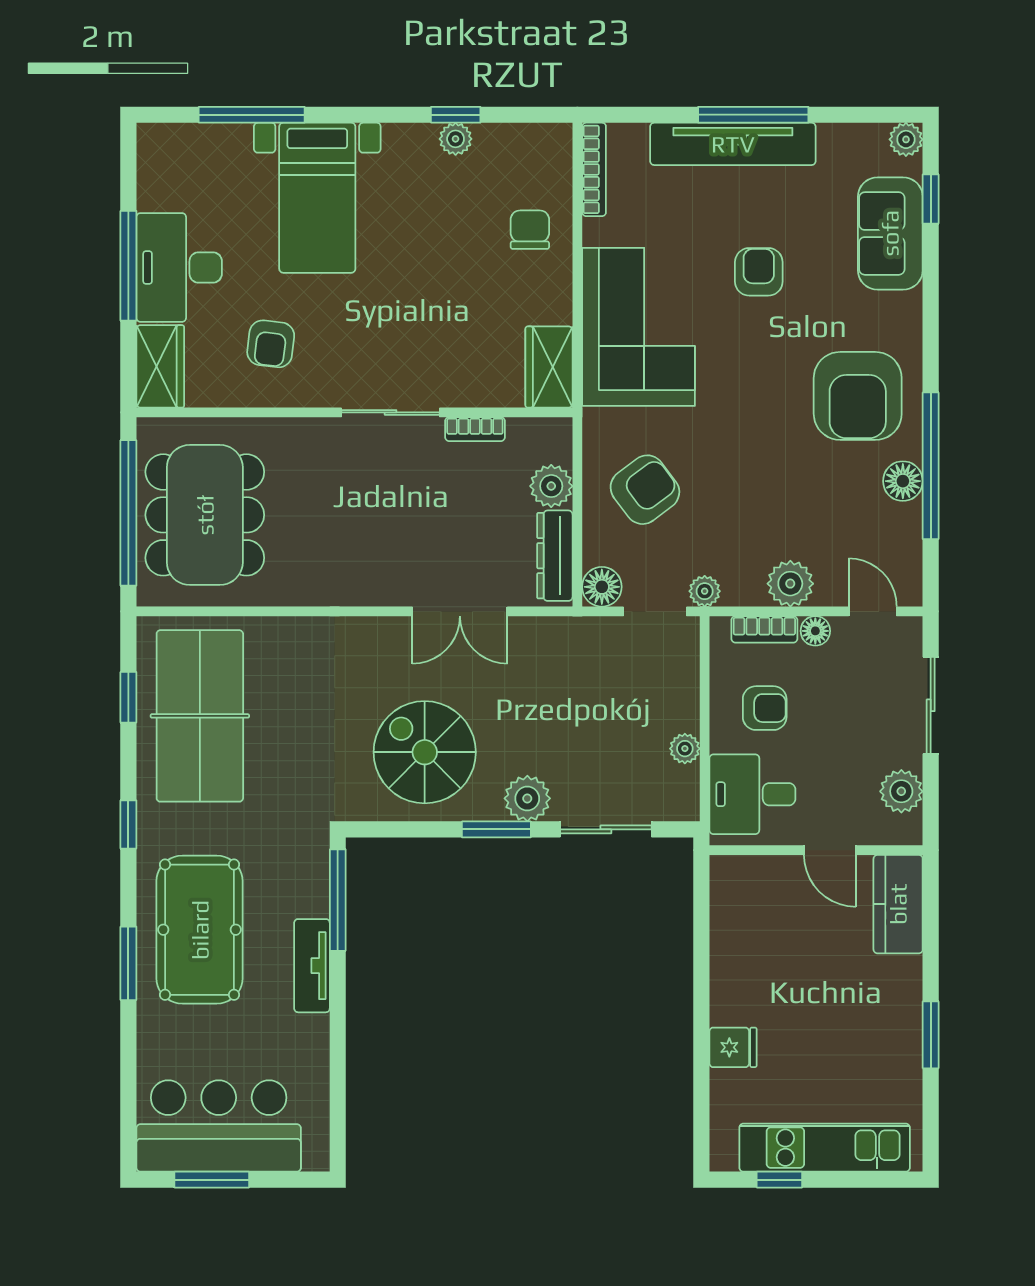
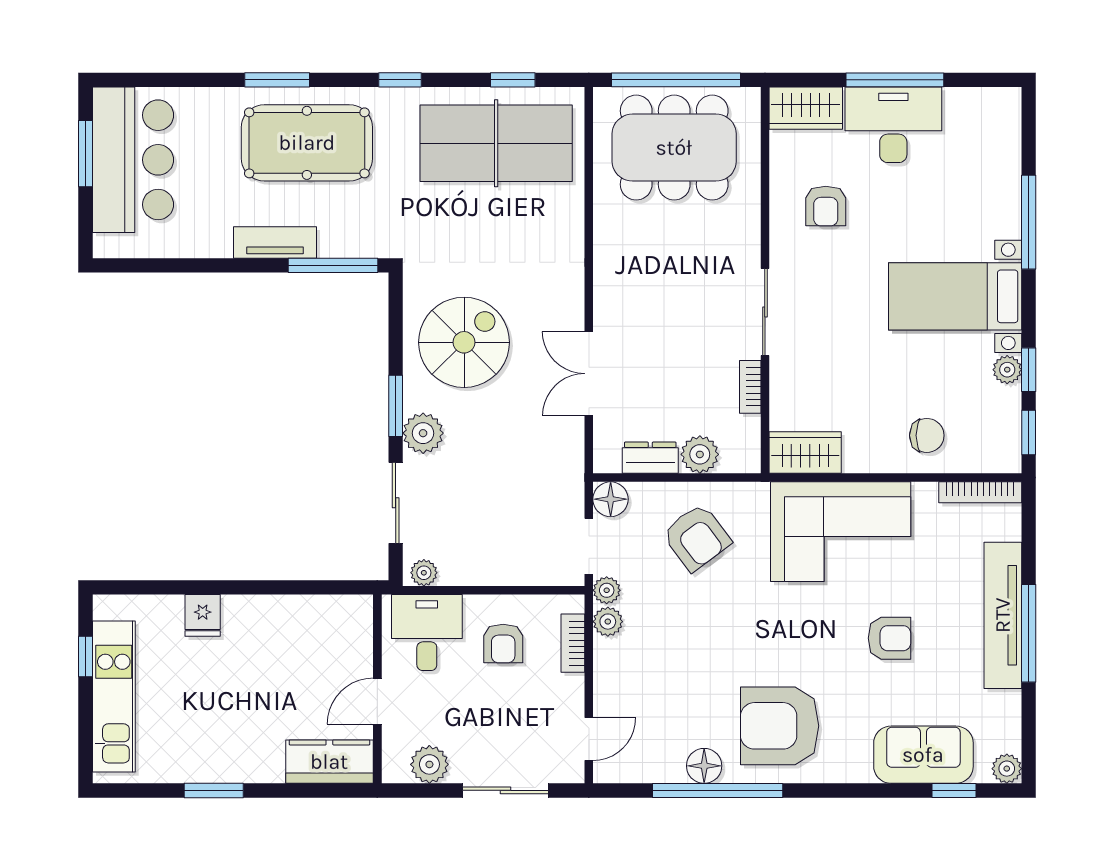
window: (252, 115) -> (1029, 222), moved
window: (526, 115) -> (1029, 432), added
bed with nightstands: (317, 198) -> (955, 296), moved
armchair: (271, 344) -> (826, 206), turned -97
dresser: (555, 556) -> (650, 458), width x0.70
plant: (790, 584) -> (608, 622), moved, width x0.73, depth x0.73
floor lamp: (815, 631) -> (571, 688), removed
plant: (685, 749) -> (424, 573), moved

